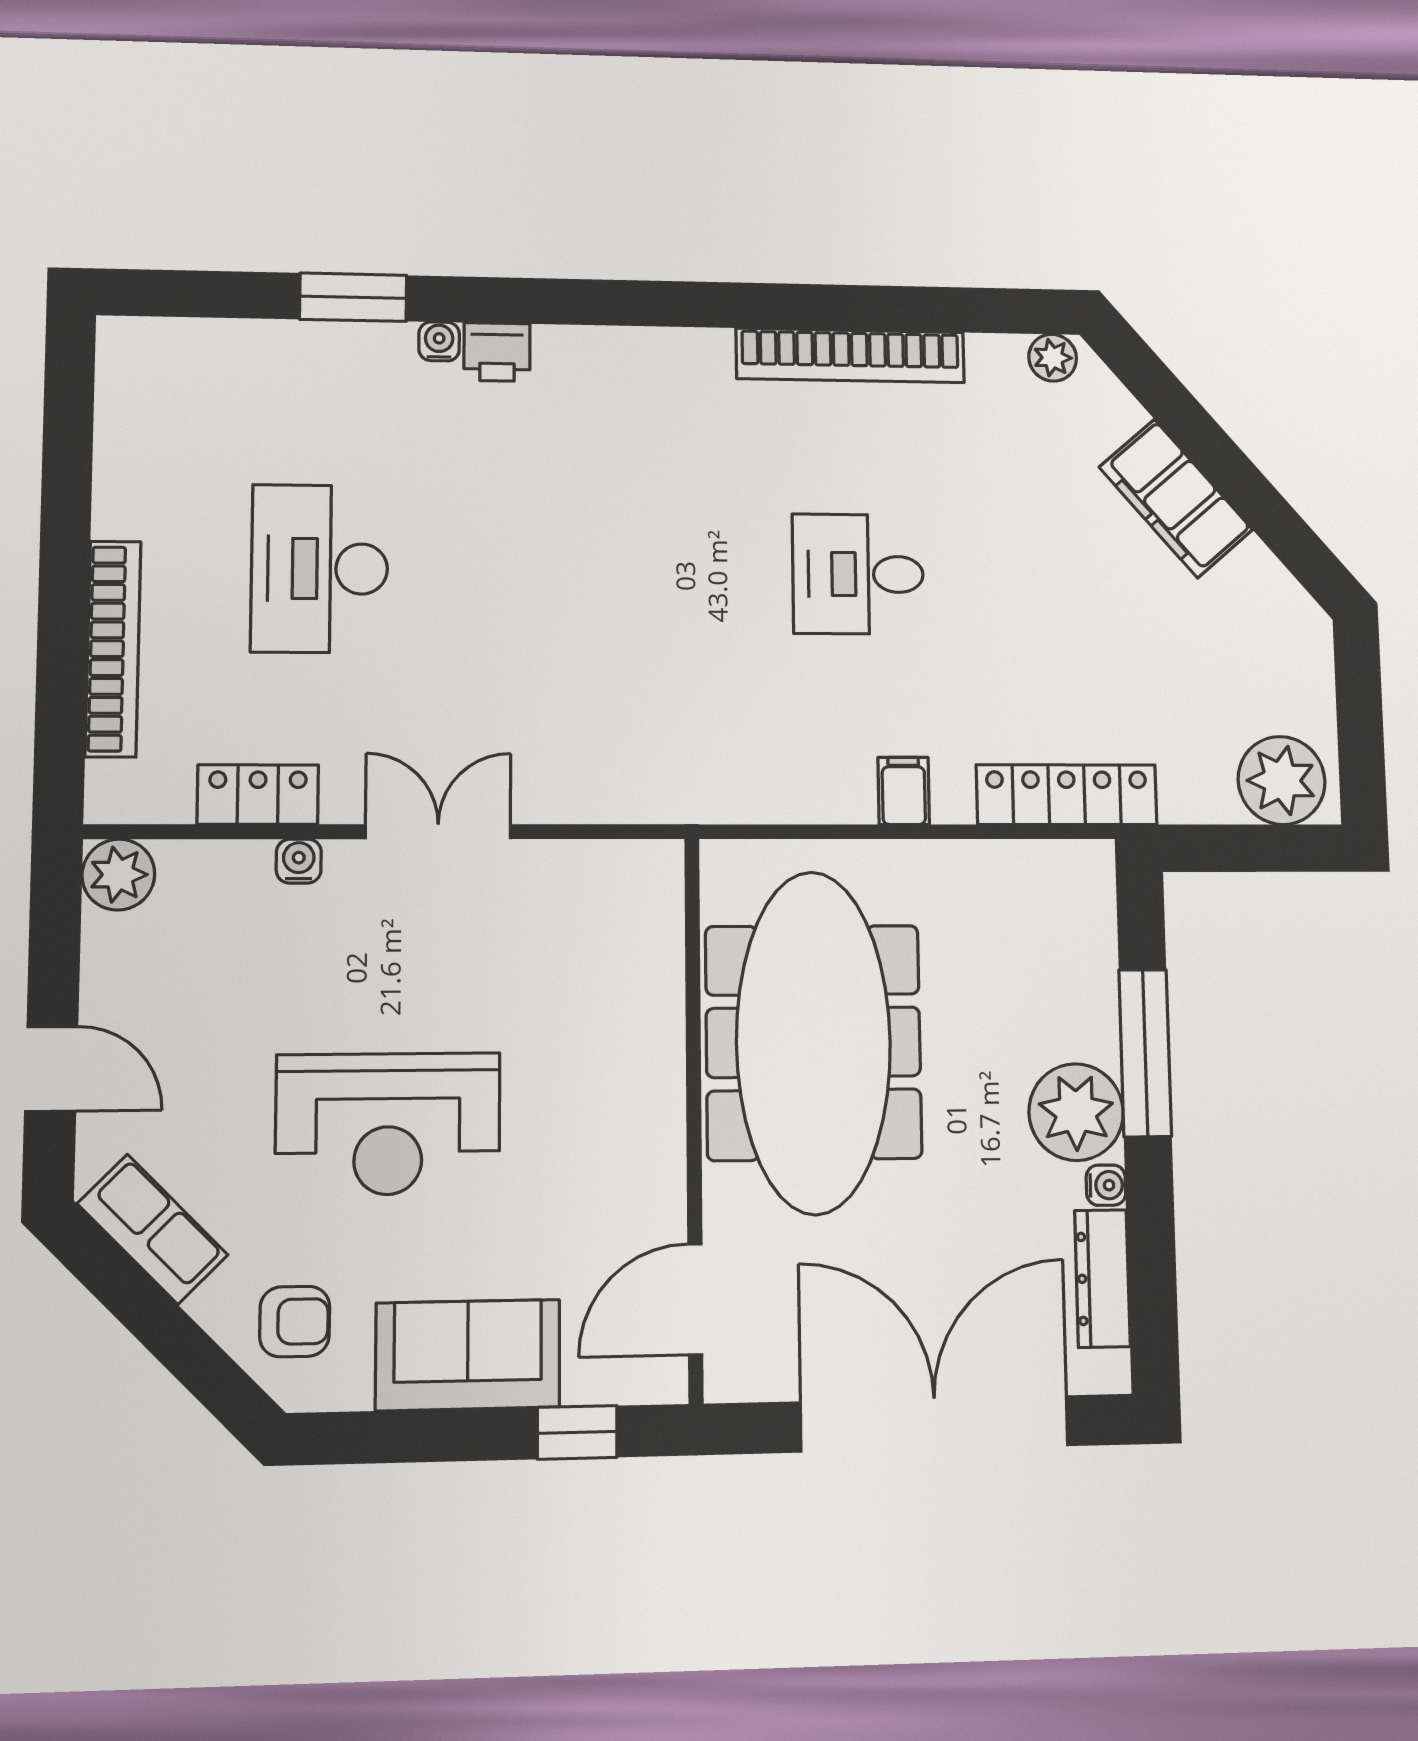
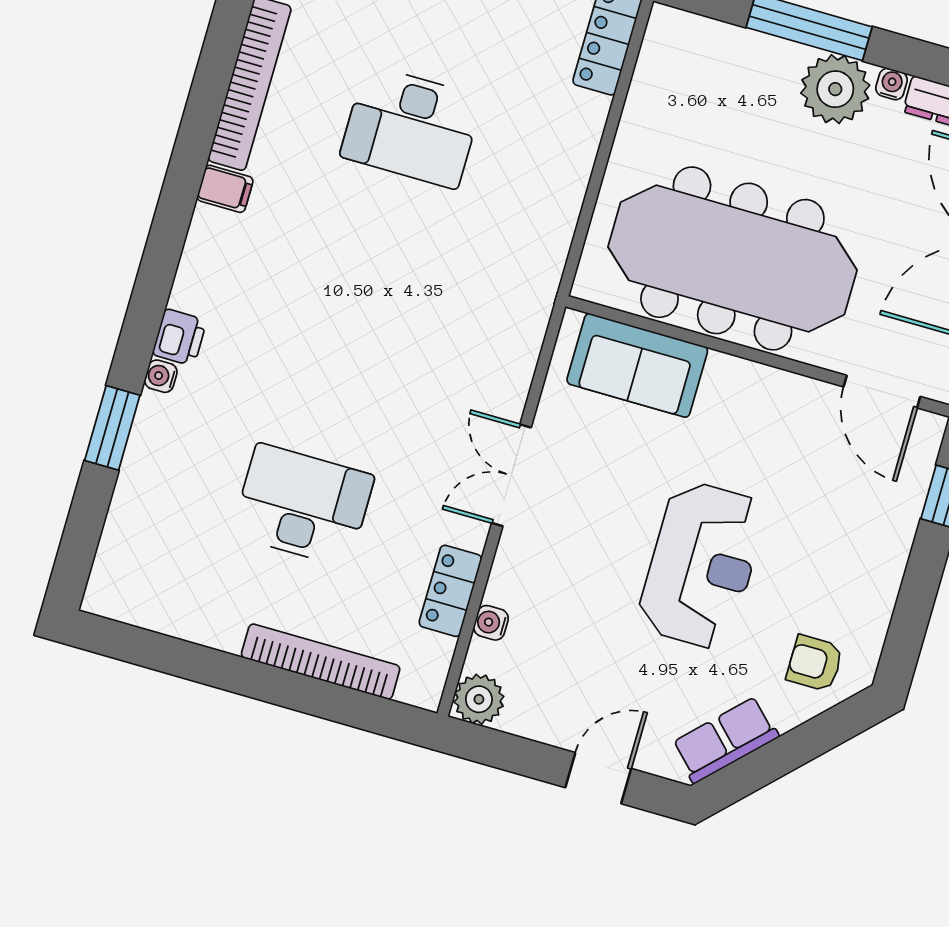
desk: (320, 569) -> (303, 505), turned 180
desk: (858, 574) -> (411, 127), width x1.37
filing cabinet: (904, 791) -> (225, 189), moved, turned 180
water cooler: (299, 861) -> (491, 623), moved
armchair: (295, 1322) -> (815, 663), turned -90
sofa: (468, 1355) -> (637, 365), moved, turned -90

